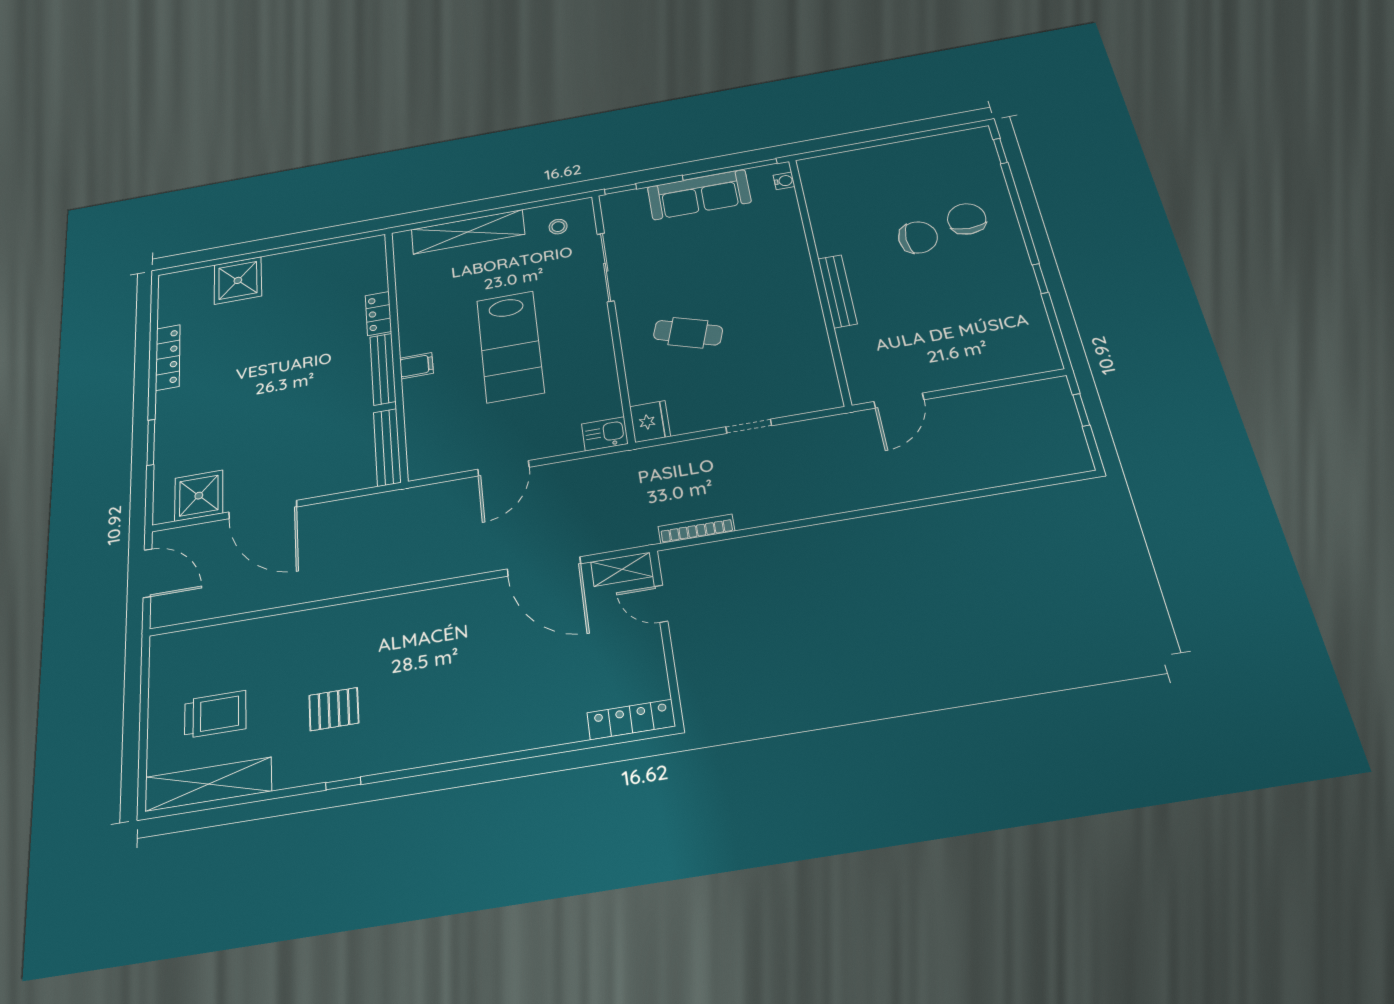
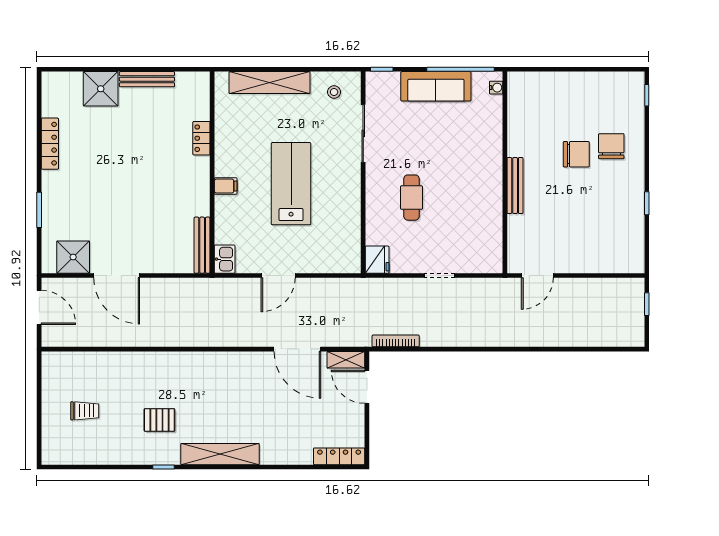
cafe table: (688, 333) -> (412, 198), turned 72
lab bench: (510, 346) -> (291, 184), turned 180
bench: (383, 369) -> (147, 79), moved, turned 90
kitchen sink: (605, 434) -> (225, 259), moved, turned 90
door: (661, 604) -> (367, 387), width x1.38
trolley: (215, 714) -> (85, 411), width x0.73, depth x0.72
shelving: (208, 784) -> (220, 454), moved

